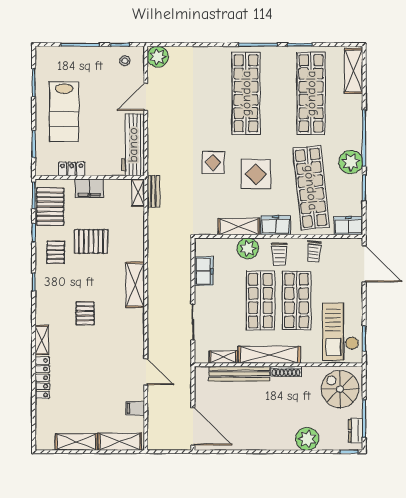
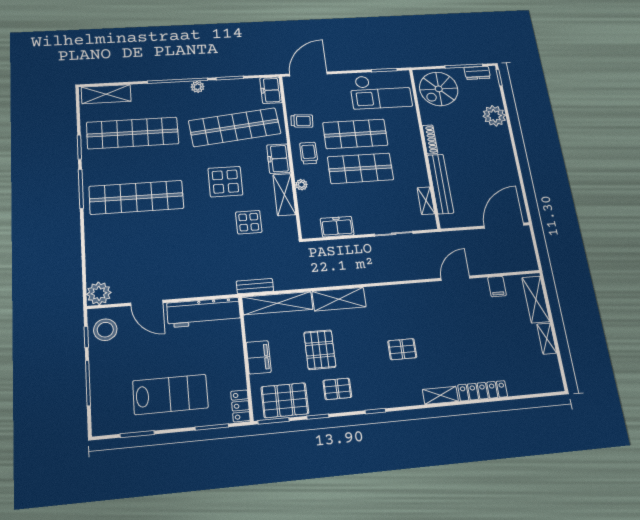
stool: (125, 61) -> (105, 330), width x1.89, depth x1.89
display table: (213, 162) -> (249, 222), moved
plant: (351, 162) -> (198, 87), width x0.53, depth x0.53
locker: (72, 169) -> (240, 406), moved
shelving: (138, 193) -> (277, 303), width x2.20, depth x1.33
plant: (248, 248) -> (301, 185), width x0.53, depth x0.53
trolley: (279, 254) -> (309, 153), turned -90
shelving: (135, 285) -> (339, 299), moved
shelving: (269, 355) -> (416, 156), removed
shelving: (76, 442) -> (547, 339), width x0.67, depth x0.75

